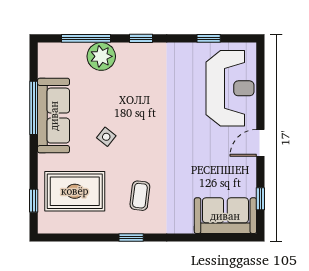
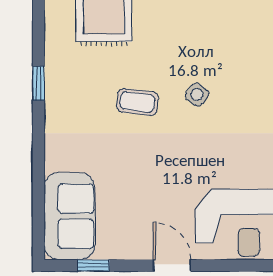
side table: (106, 137) -> (197, 95), moved
coffee table: (140, 196) -> (137, 102), moved

